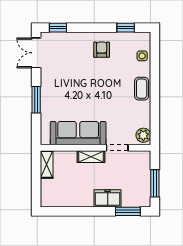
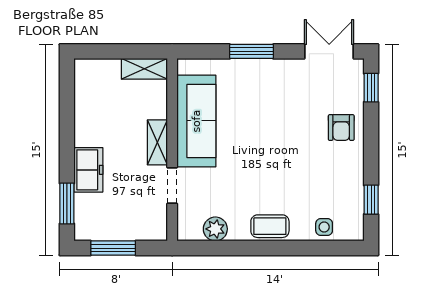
armchair: (102, 50) -> (341, 128), moved, turned 90
plant: (143, 135) -> (215, 229), moved

